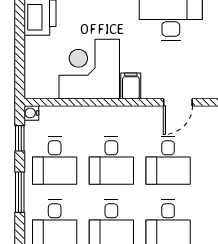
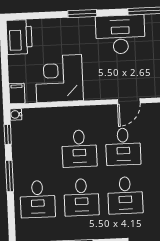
filing cabinet: (131, 86) -> (17, 93), moved
desk: (55, 161) -> (35, 150), removed

